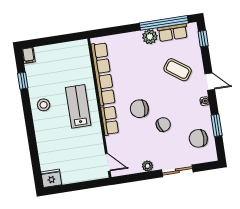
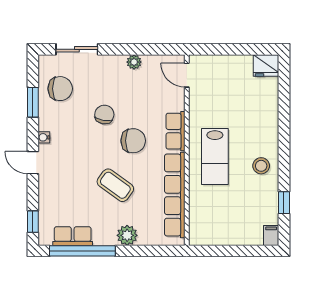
plant: (150, 37) -> (127, 235), moved
coffee table: (178, 70) -> (115, 185), moved
chair: (163, 124) -> (104, 115), turned 119
sliding door: (177, 171) -> (77, 49), moved

